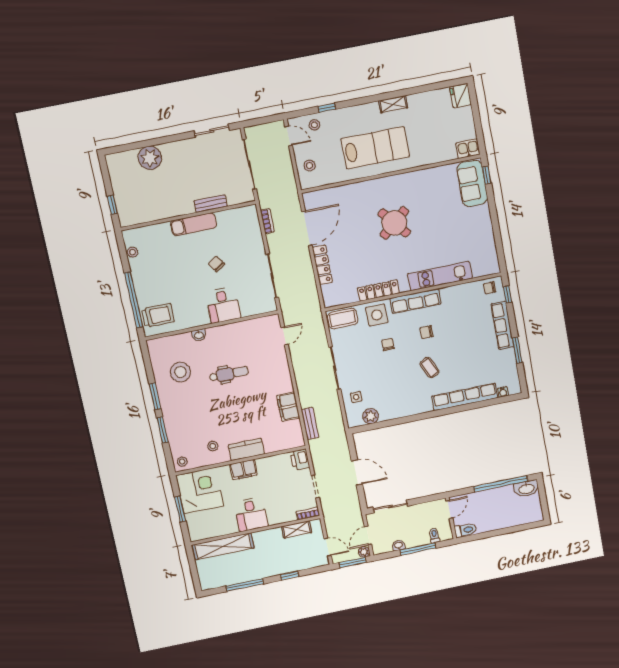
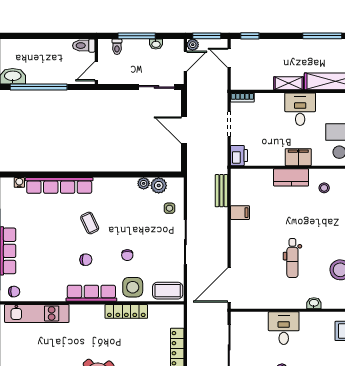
kitchen unit: (440, 276) -> (37, 313), moved
door: (284, 336) -> (229, 285), width x1.88
dental chair: (229, 374) -> (292, 258), turned -90
filing cabinet: (288, 407) -> (240, 213), width x0.50
plant: (385, 415) -> (144, 183), added
shelving: (297, 529) -> (289, 83), moved
window: (290, 576) -> (250, 36), moved

